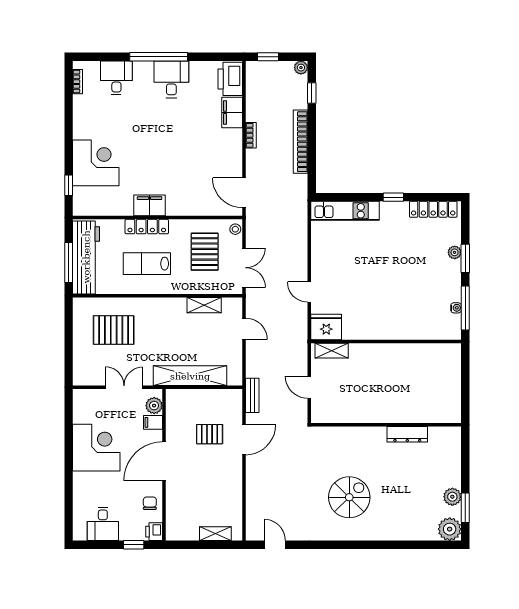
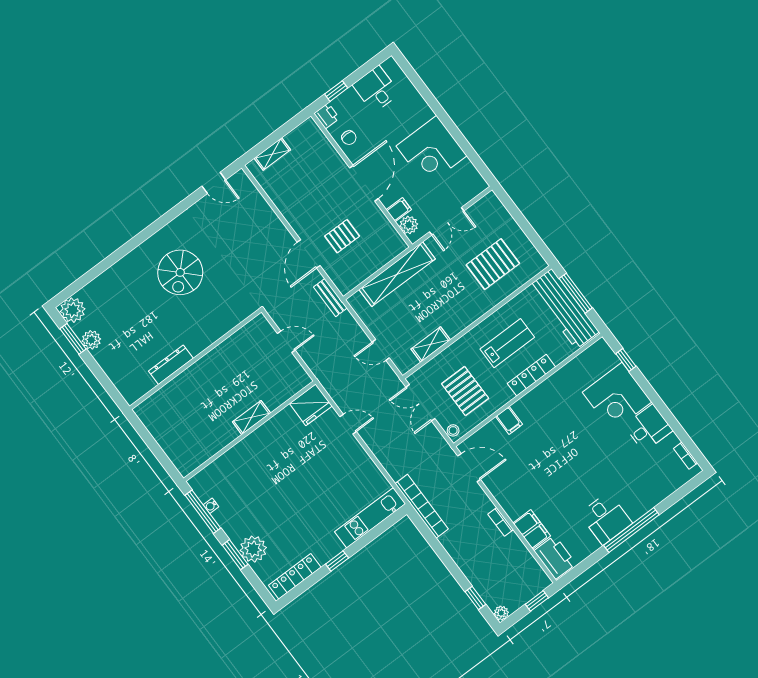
desk: (116, 78) -> (648, 428), moved, turned -90
bookcase: (301, 142) -> (422, 506), moved
filing cabinet: (150, 205) -> (509, 421), moved, width x0.50
plant: (455, 252) -> (253, 549), width x1.88, depth x1.88
shelving: (332, 351) -> (251, 417), moved

